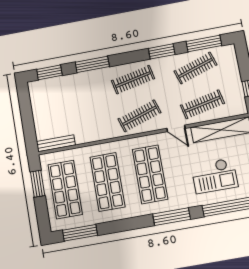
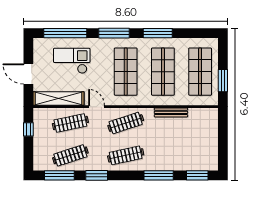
bench: (56, 143) -> (171, 112), moved
window: (80, 233) -> (158, 33), moved

